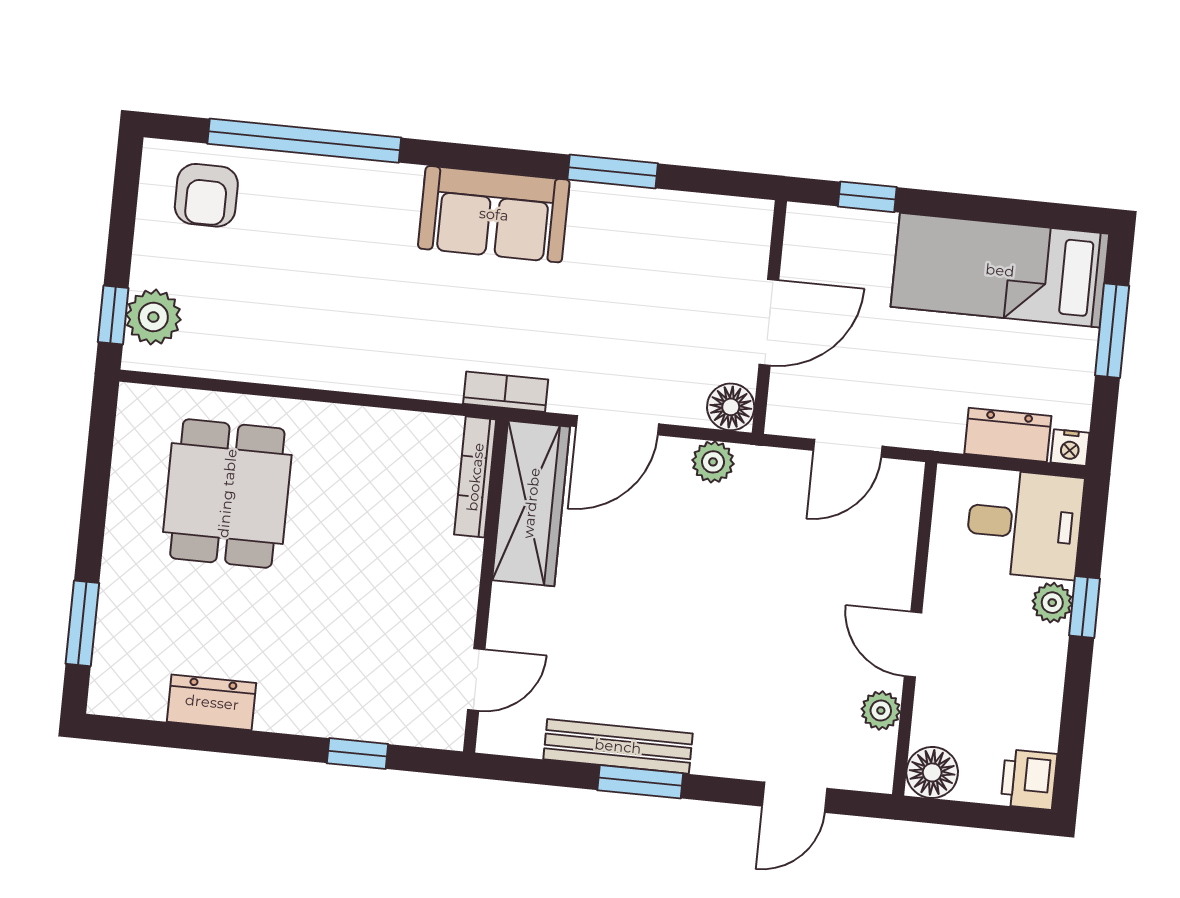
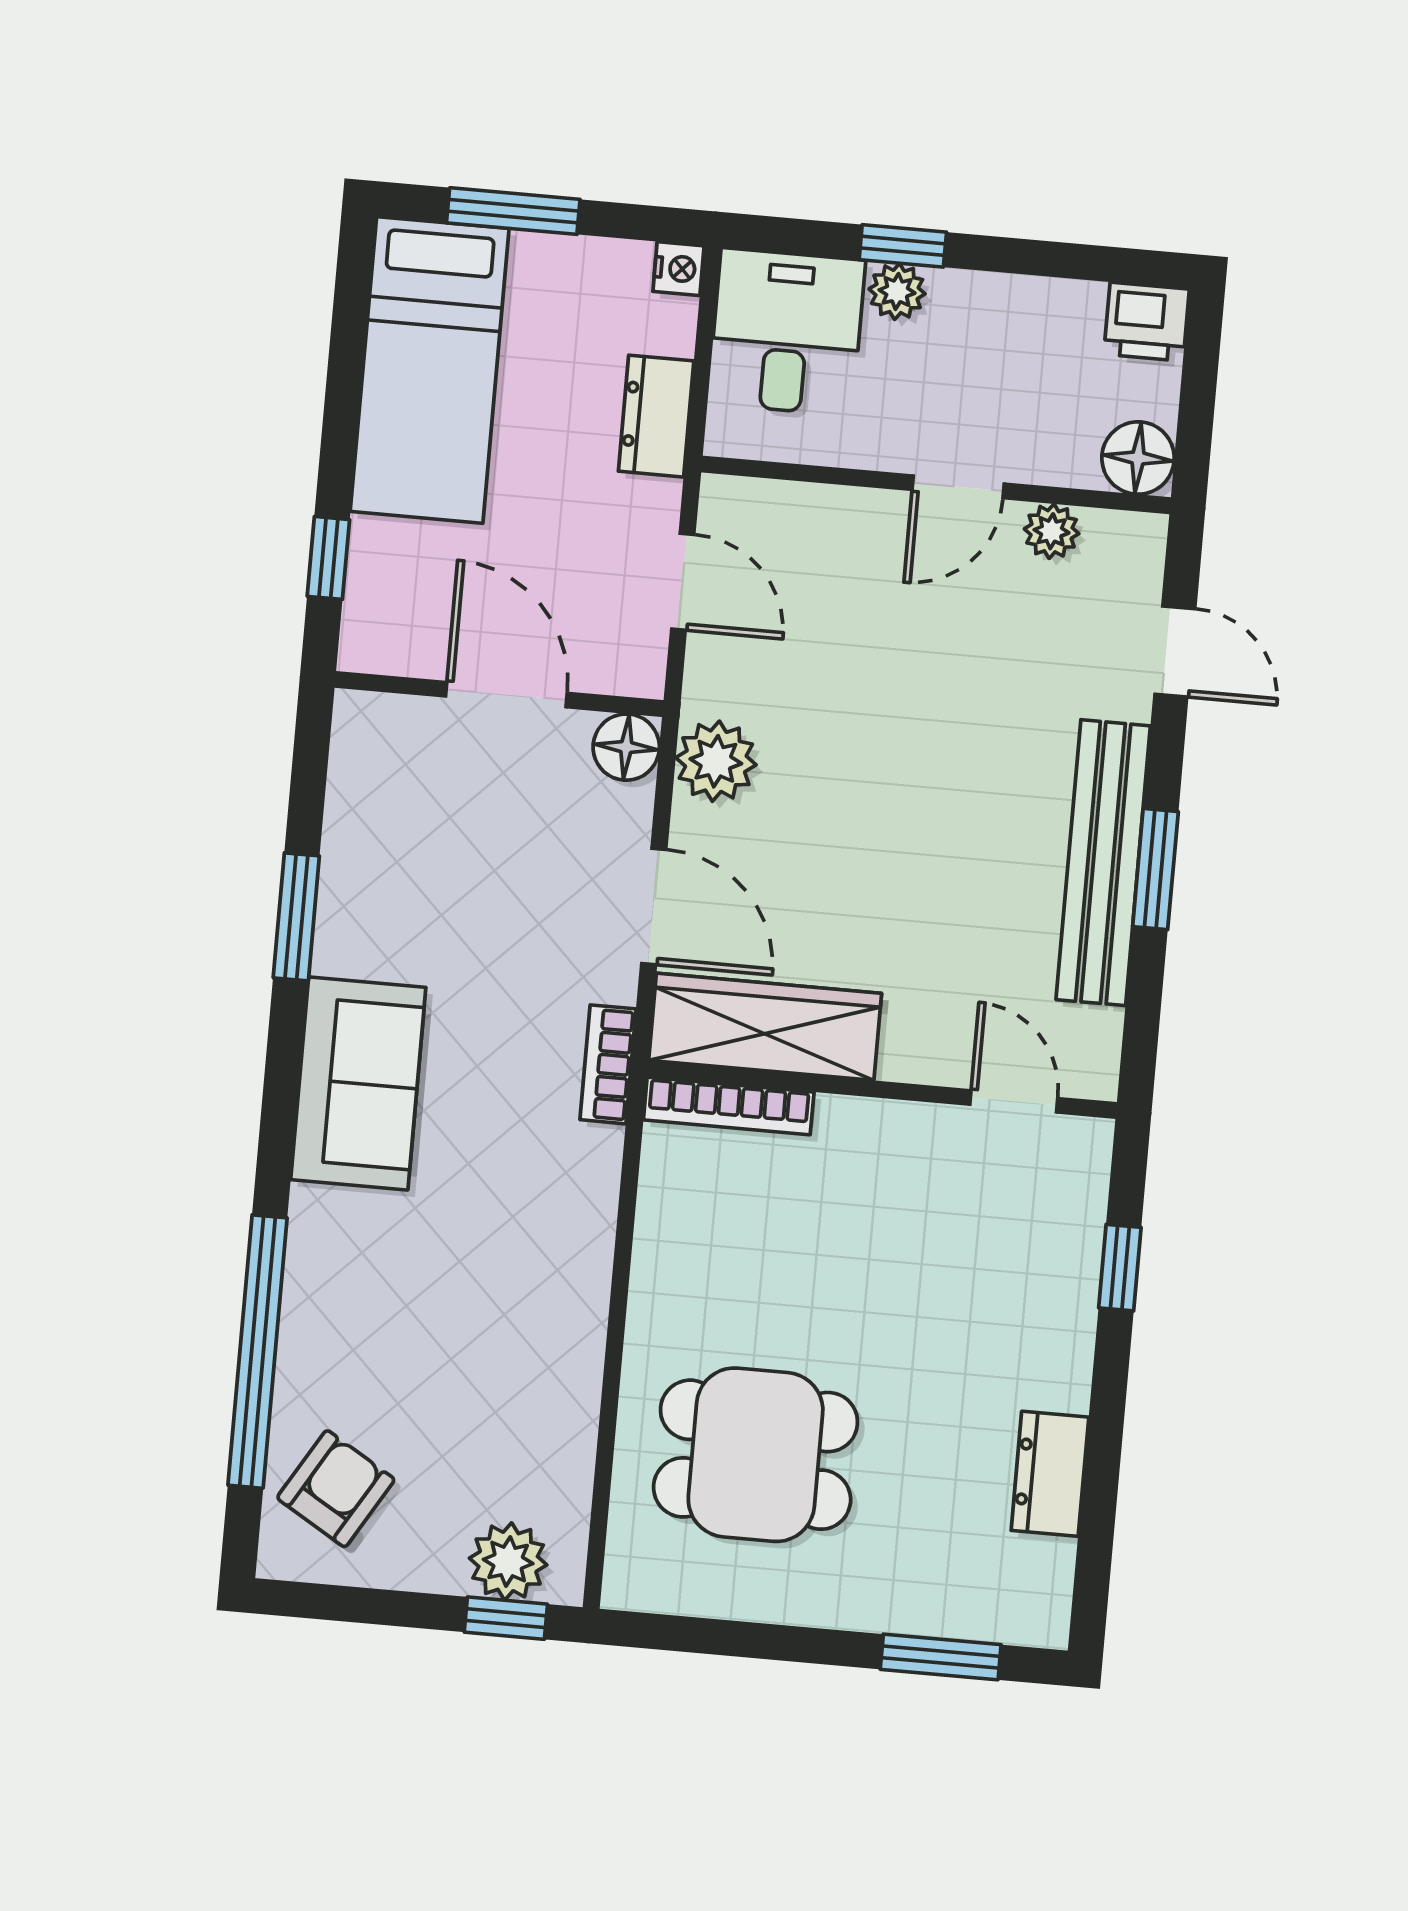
armchair: (206, 195) -> (336, 1489), turned -59
dresser: (1008, 435) -> (656, 416), moved
plant: (713, 462) -> (716, 761), width x1.38, depth x1.38
bench: (618, 746) -> (1103, 863), width x1.37, depth x1.21

